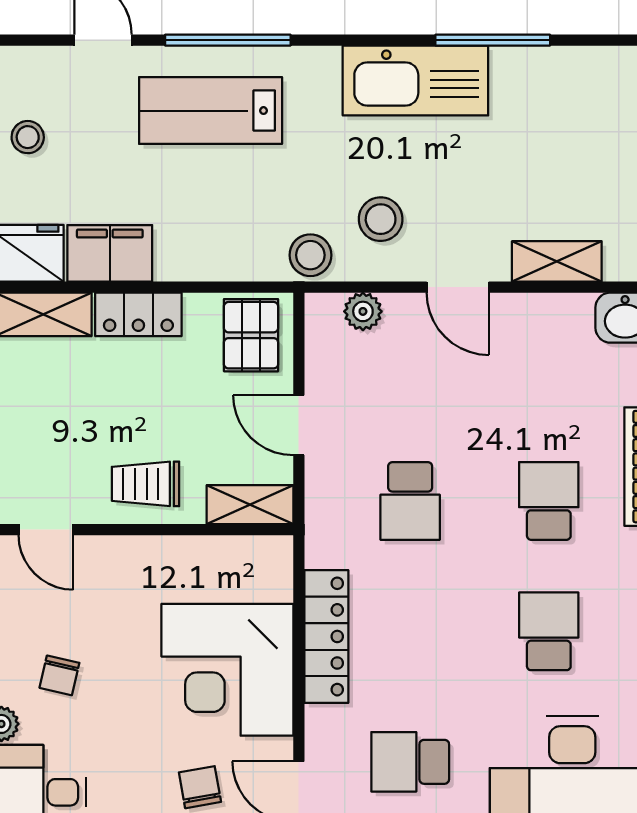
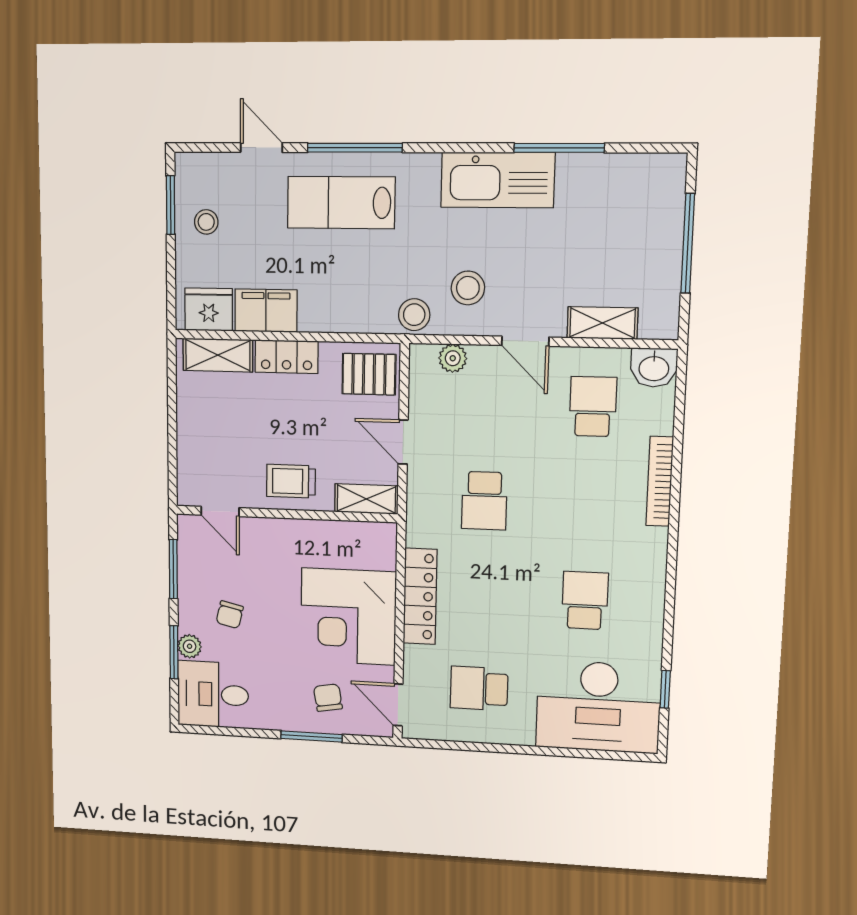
pallet: (251, 335) -> (369, 374), turned 90
school desk: (549, 501) -> (593, 407), moved

